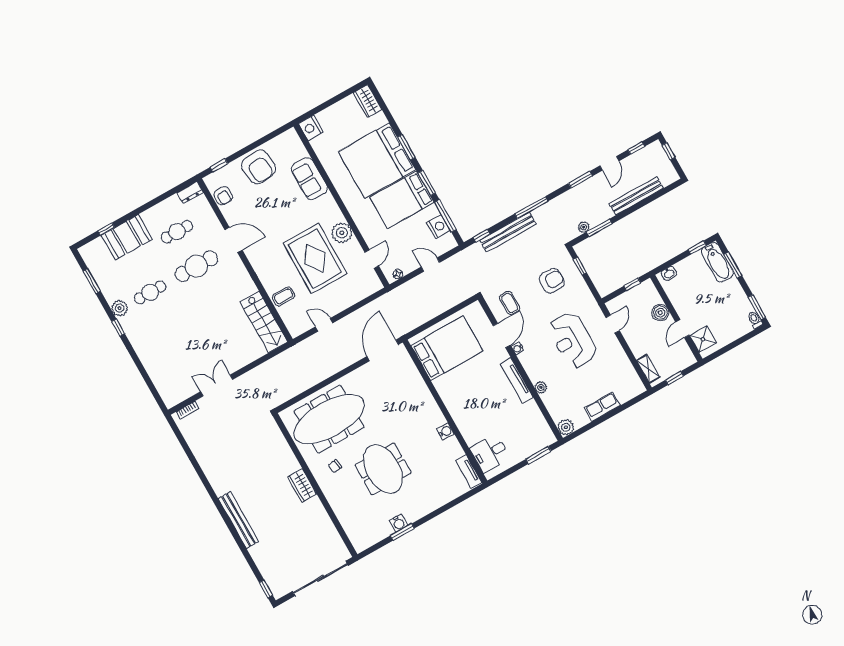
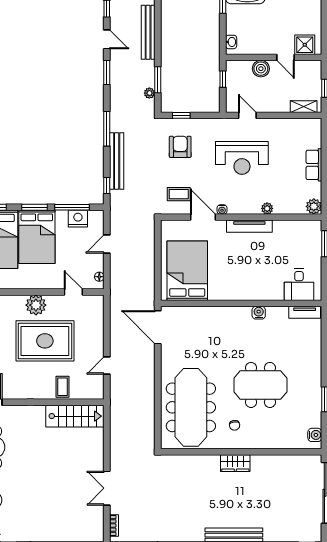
water cooler: (398, 523) -> (315, 435), moved

